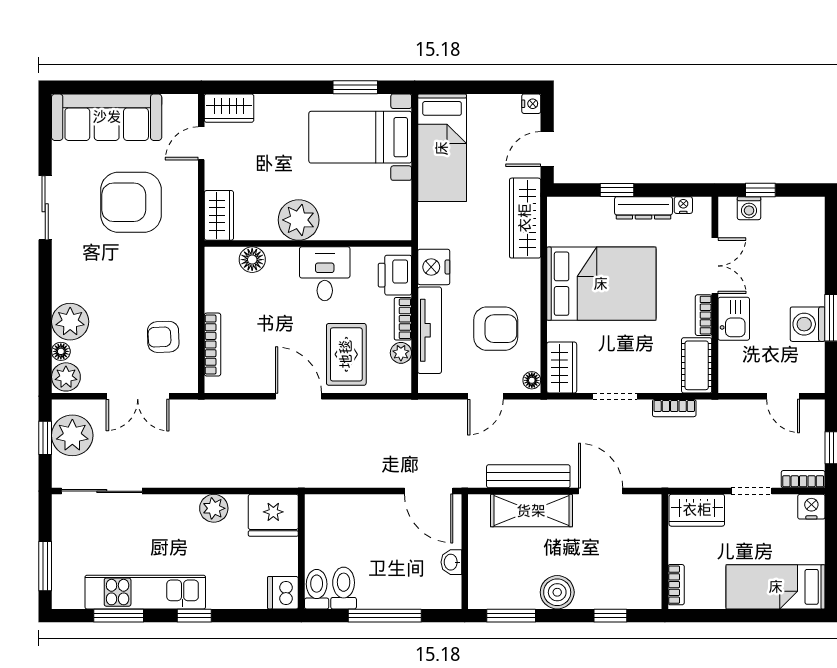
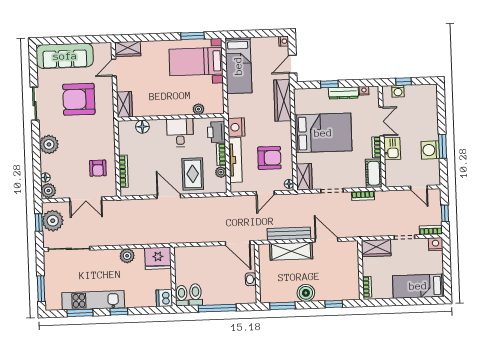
plant: (299, 220) -> (198, 109), moved, width x0.53, depth x0.53
plant: (70, 322) -> (49, 144), moved
armchair: (163, 337) -> (98, 168), turned -88

